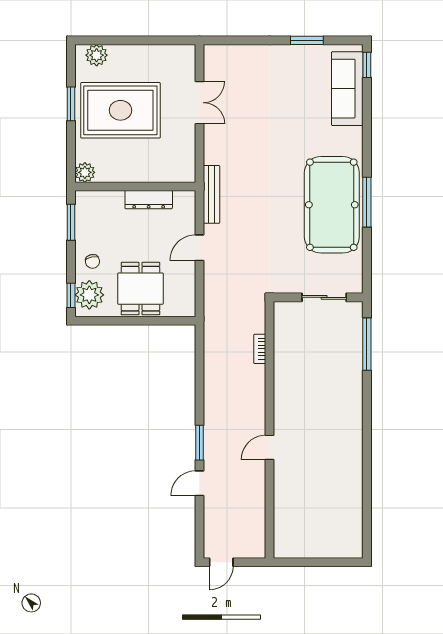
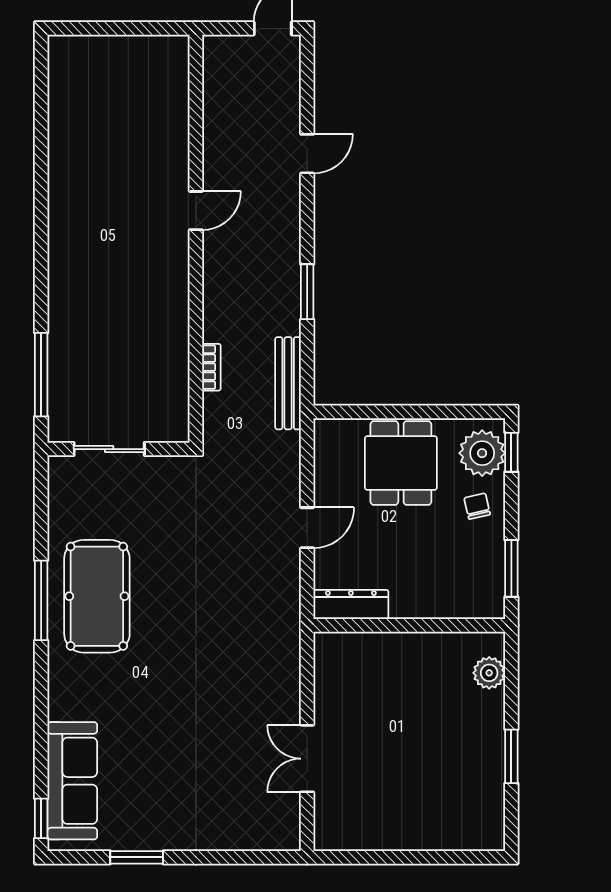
plant: (97, 55) -> (471, 834), removed
rug: (120, 110) -> (433, 746), removed
plant: (85, 172) -> (489, 673), moved
bench: (211, 194) -> (288, 383), moved
dresser: (149, 200) -> (351, 605), moved
pool table: (332, 205) -> (97, 596), width x0.73, depth x0.76
window: (199, 443) -> (307, 292), moved

